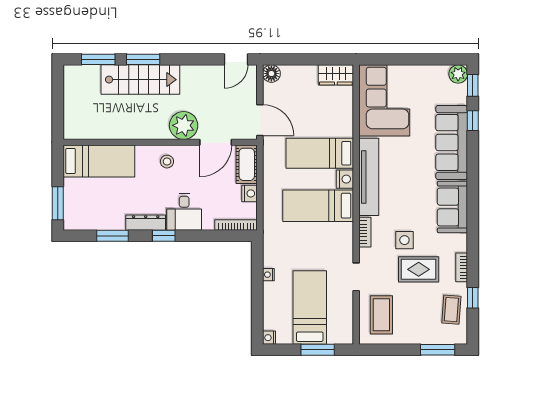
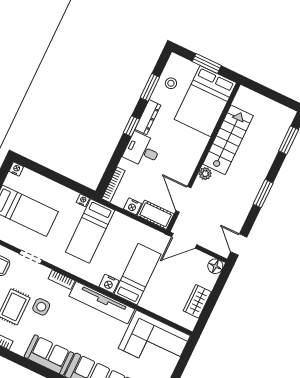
window: (143, 59) -> (263, 194), moved
wardrobe: (336, 75) -> (197, 301), moved
stairs: (140, 80) -> (228, 140), moved, turned 180
plant: (184, 125) -> (205, 174), width x0.53, depth x0.53
bed: (99, 161) -> (205, 101), width x1.50
stool: (167, 162) -> (171, 83), moved
window: (58, 203) -> (207, 63), moved
bed: (318, 206) -> (90, 231), moved, turned 180
nightstand: (268, 275) -> (83, 200), moved

